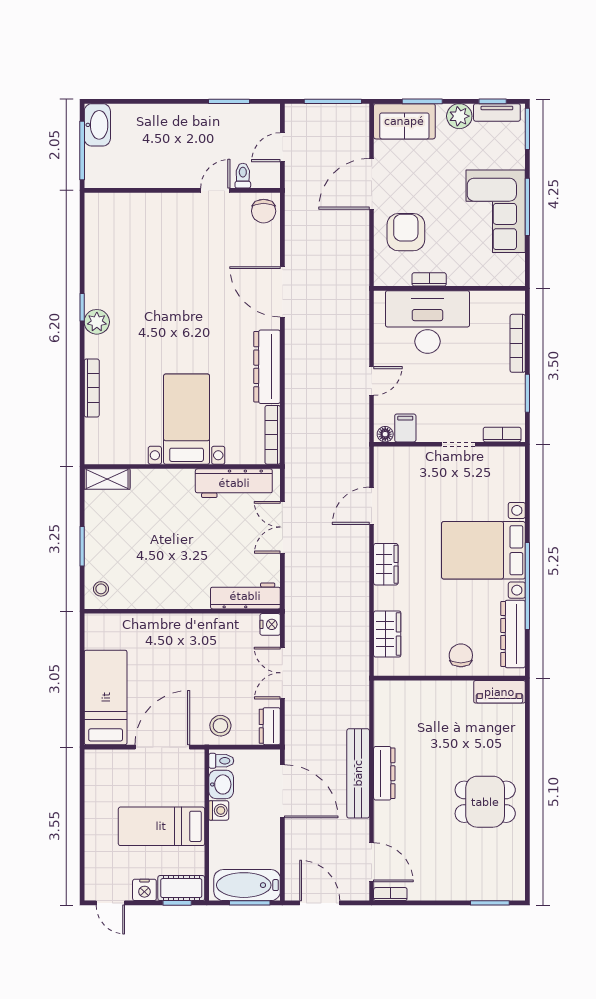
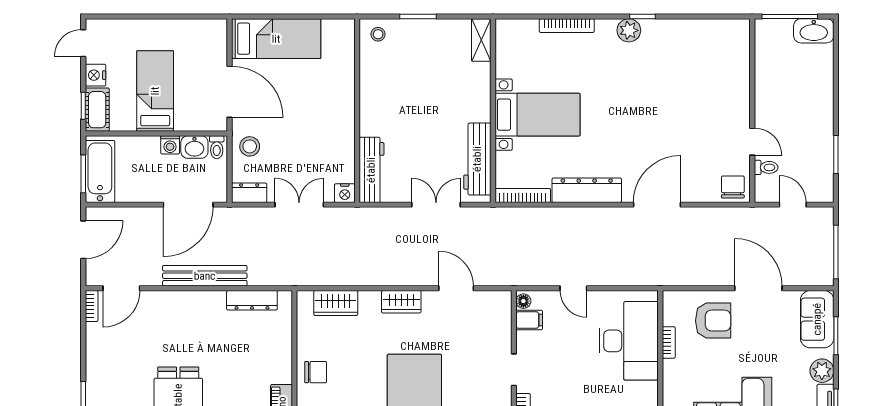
chair: (264, 211) -> (733, 187), turned 90
dresser: (384, 773) -> (252, 300), moved

